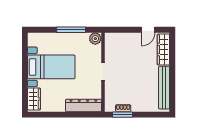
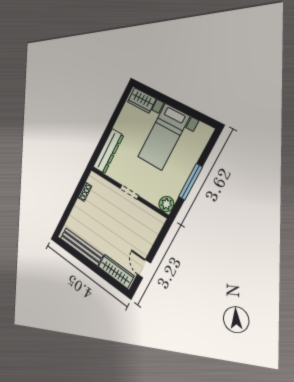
window: (123, 115) -> (80, 188), removed

